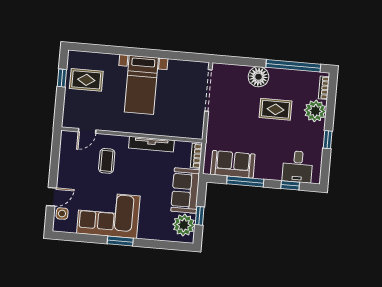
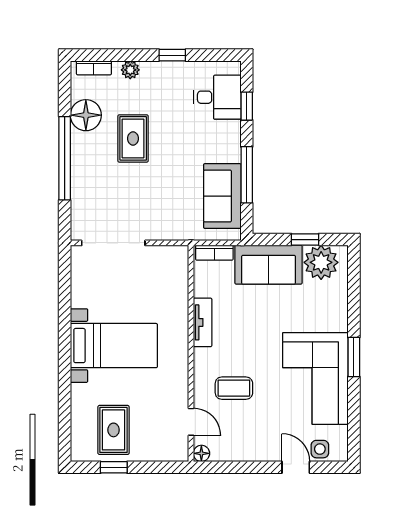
window: (293, 66) -> (65, 158), moved
floor lamp: (258, 77) -> (86, 115), moved
plant: (315, 111) -> (130, 70), width x0.53, depth x0.53
floor lamp: (66, 136) -> (201, 453), added
tv unit: (151, 144) -> (203, 322), width x0.71

